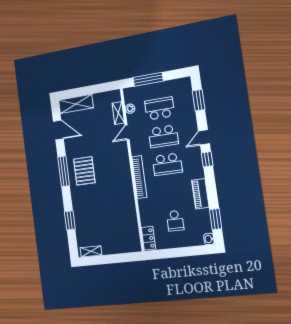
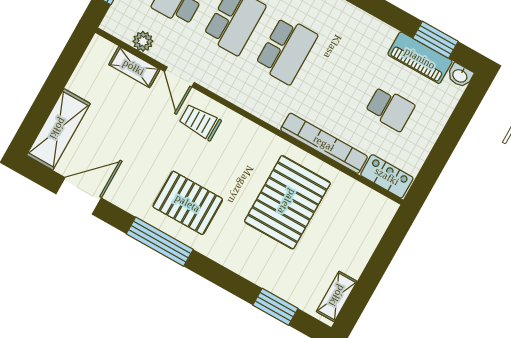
trolley: (116, 153) -> (200, 122), added
bookcase: (139, 177) -> (324, 143), moved
piano: (200, 194) -> (420, 58), moved
pallet: (111, 207) -> (287, 202), added
window: (70, 220) -> (275, 307), moved

